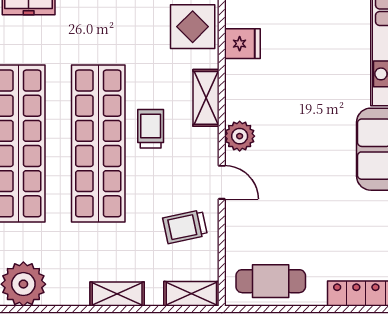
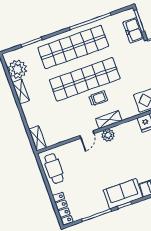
shelving: (206, 98) -> (109, 120), moved
trolley: (185, 227) -> (64, 126), removed
shelving: (117, 294) -> (21, 91), moved

